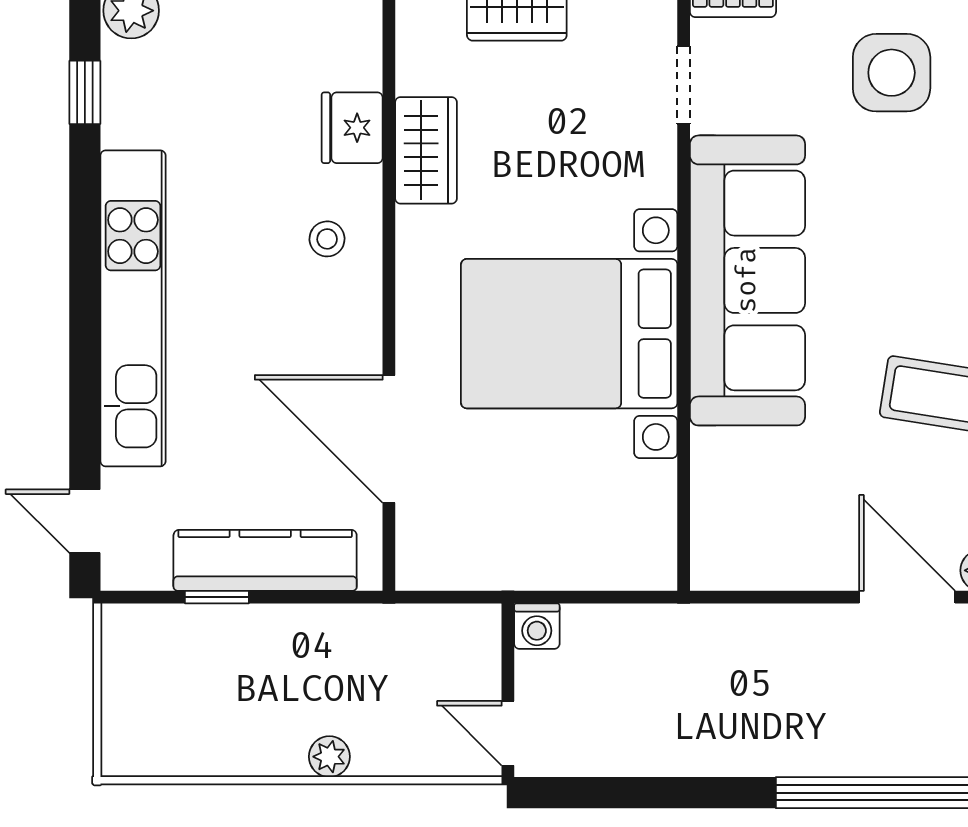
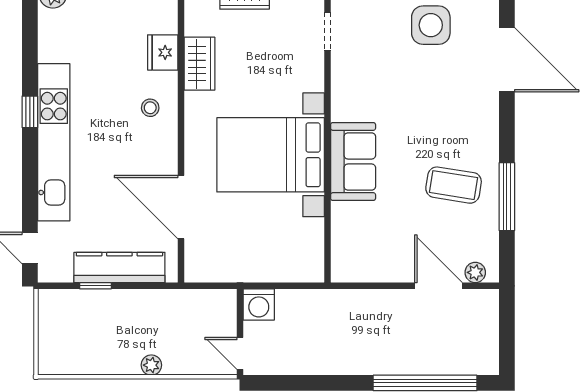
window: (85, 92) -> (30, 112), moved
sofa: (747, 280) -> (353, 161), width x0.54, depth x0.79
washing machine: (537, 626) -> (259, 304), width x1.38, depth x1.38

